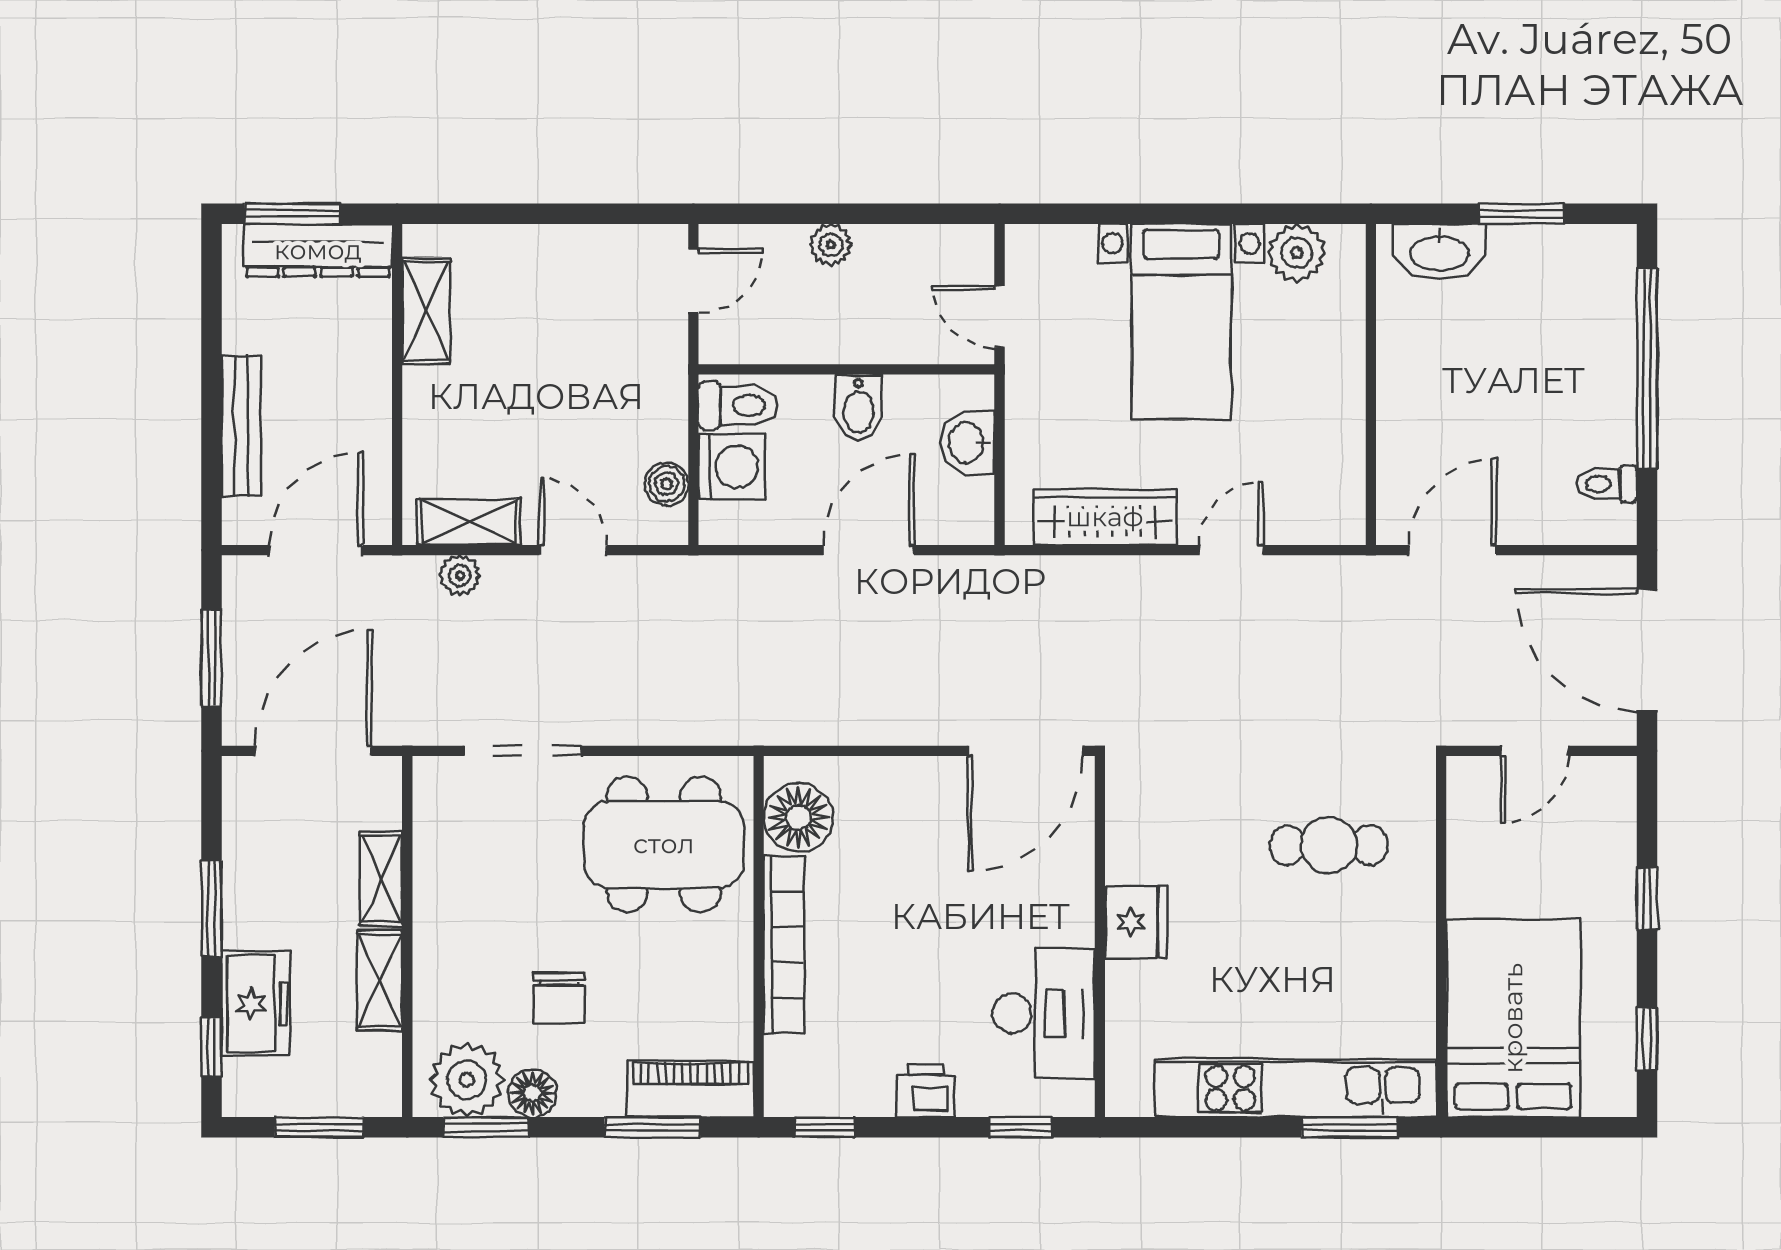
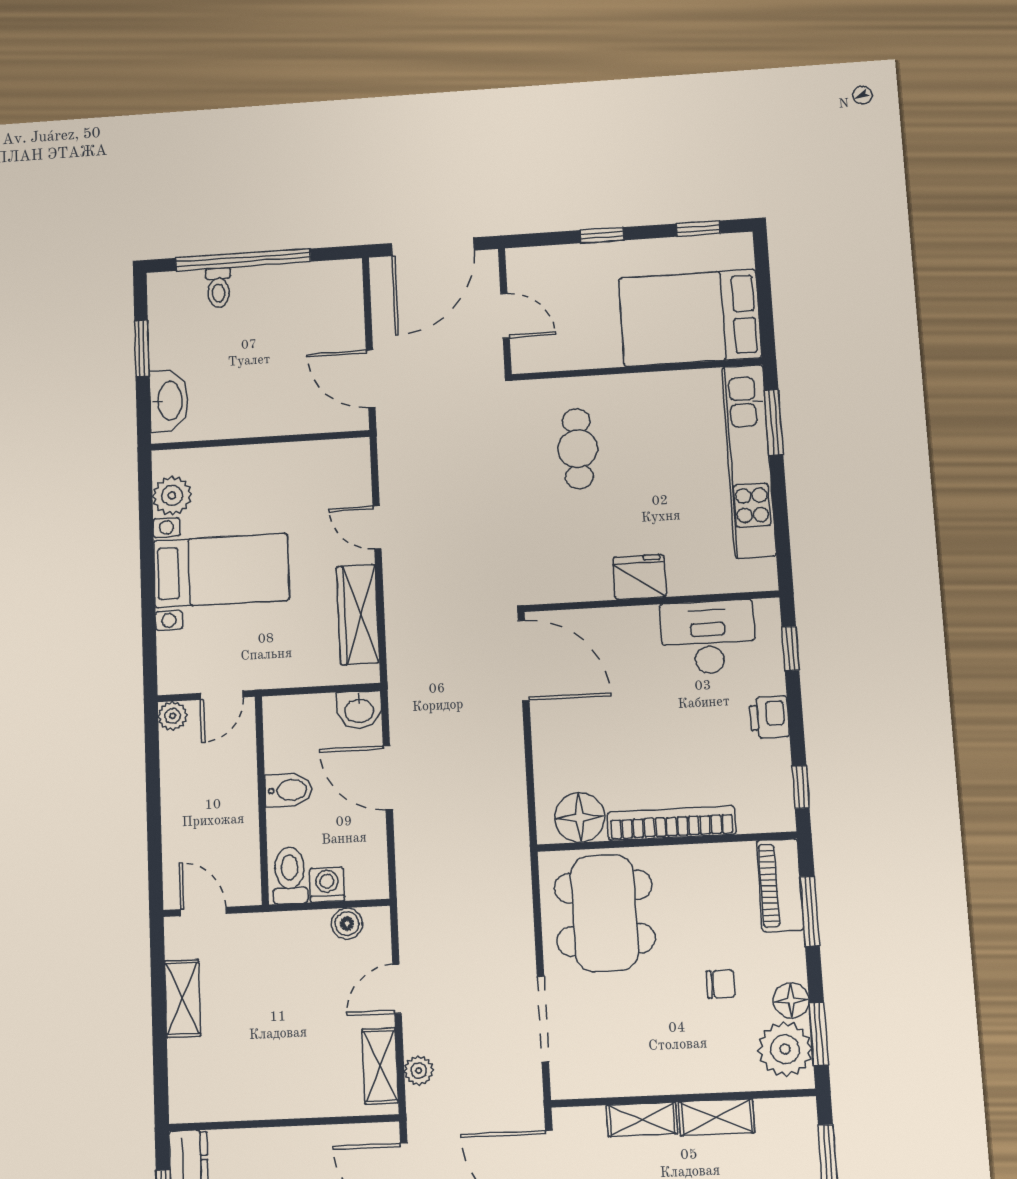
plant: (831, 245) -> (173, 716), moved
shelving: (426, 311) -> (182, 998), moved, turned 90
washbasin: (968, 443) -> (359, 710), moved
washing machine: (731, 467) -> (327, 885), width x0.73, depth x0.73
toilet: (1607, 484) -> (218, 288), moved
chair: (559, 998) -> (721, 984), width x0.73, depth x0.73

